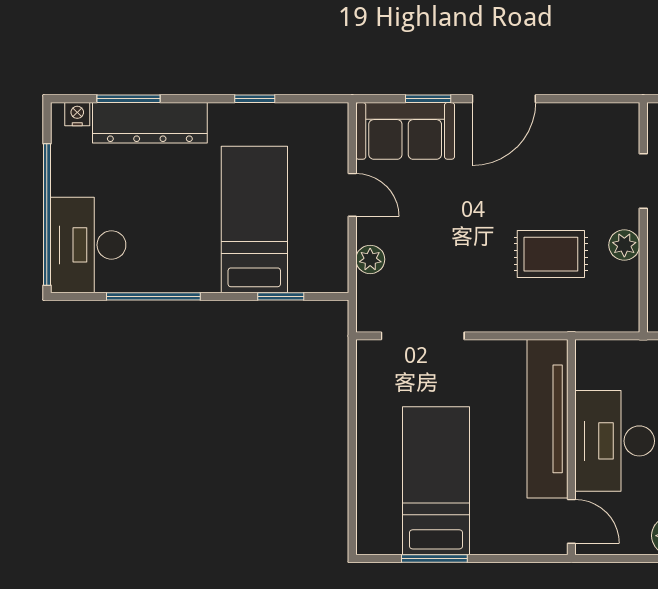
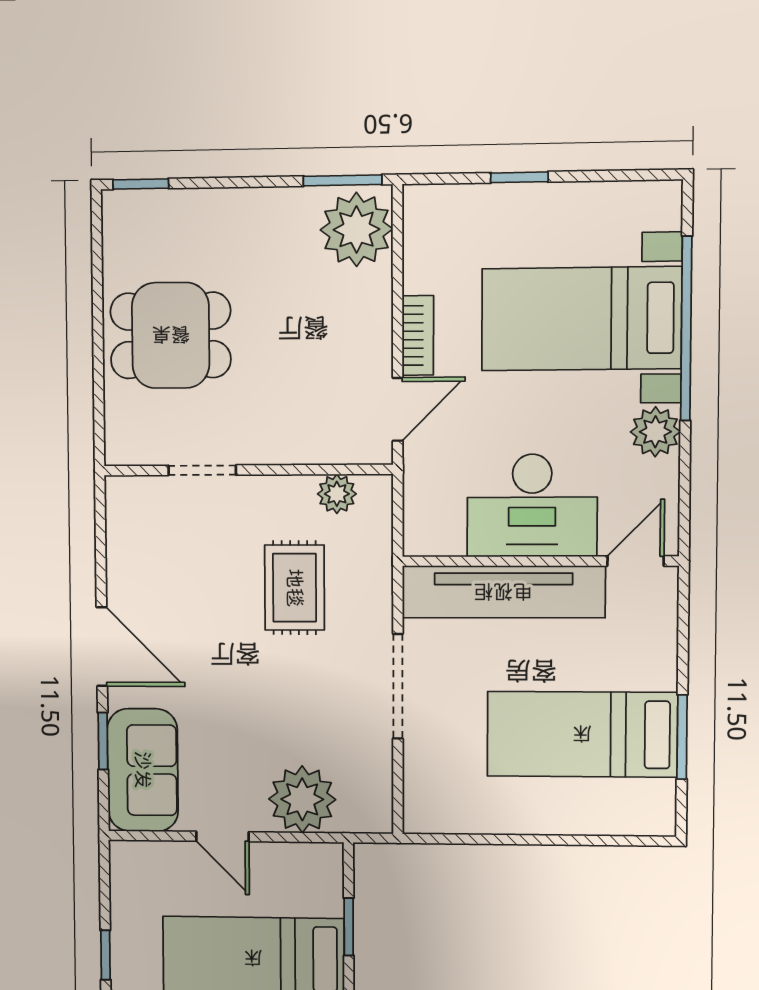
door: (352, 195) -> (222, 836), swing flipped
plant: (624, 245) -> (337, 494), moved
plant: (370, 259) -> (302, 799), width x1.88, depth x1.88
doorway: (423, 336) -> (398, 686), moved

